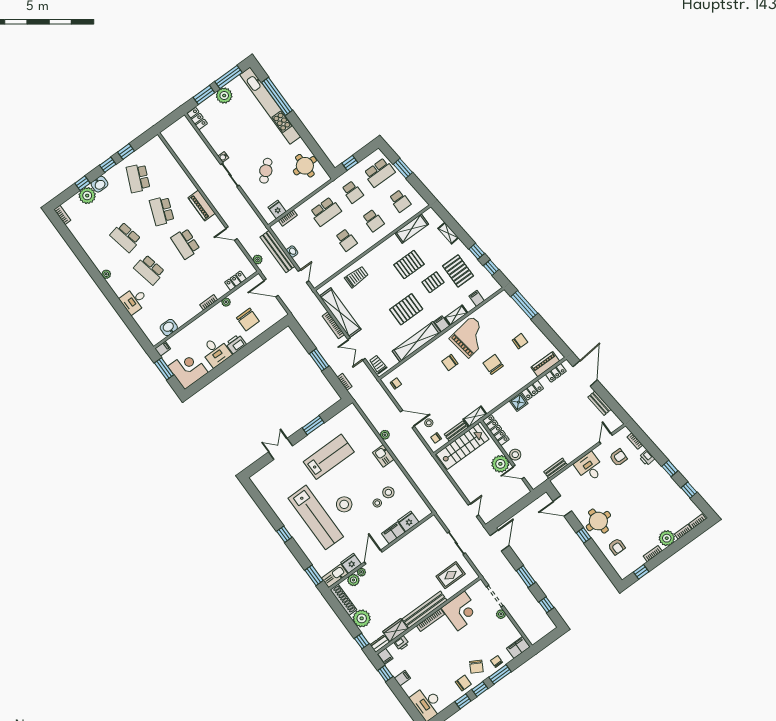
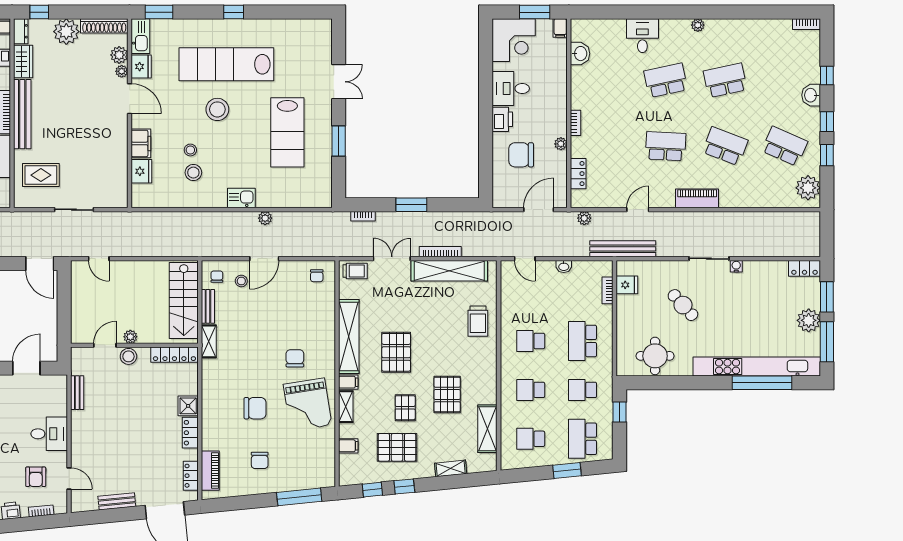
plant: (87, 196) -> (808, 188), moved
bench: (277, 252) -> (623, 249), moved
plant: (500, 464) -> (130, 337), width x0.53, depth x0.53
rug: (451, 575) -> (41, 175), turned 90

